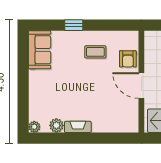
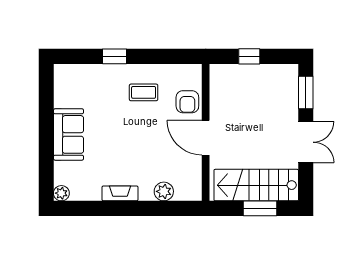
sofa: (40, 50) -> (68, 134), moved
plant: (56, 125) -> (164, 191), moved

